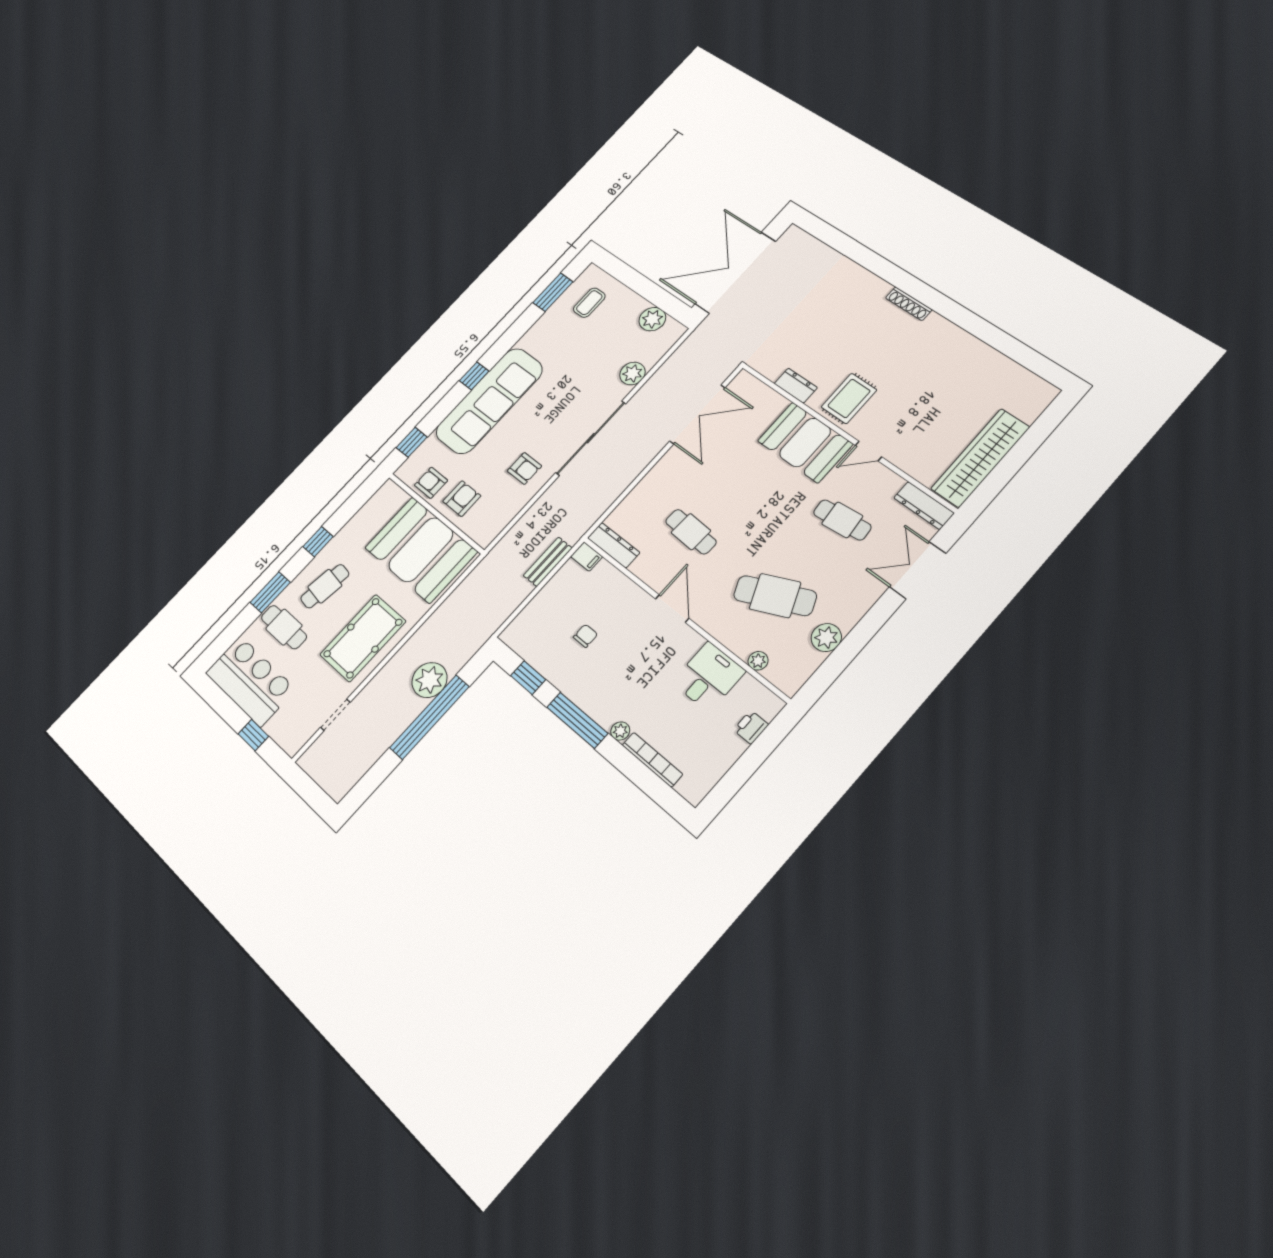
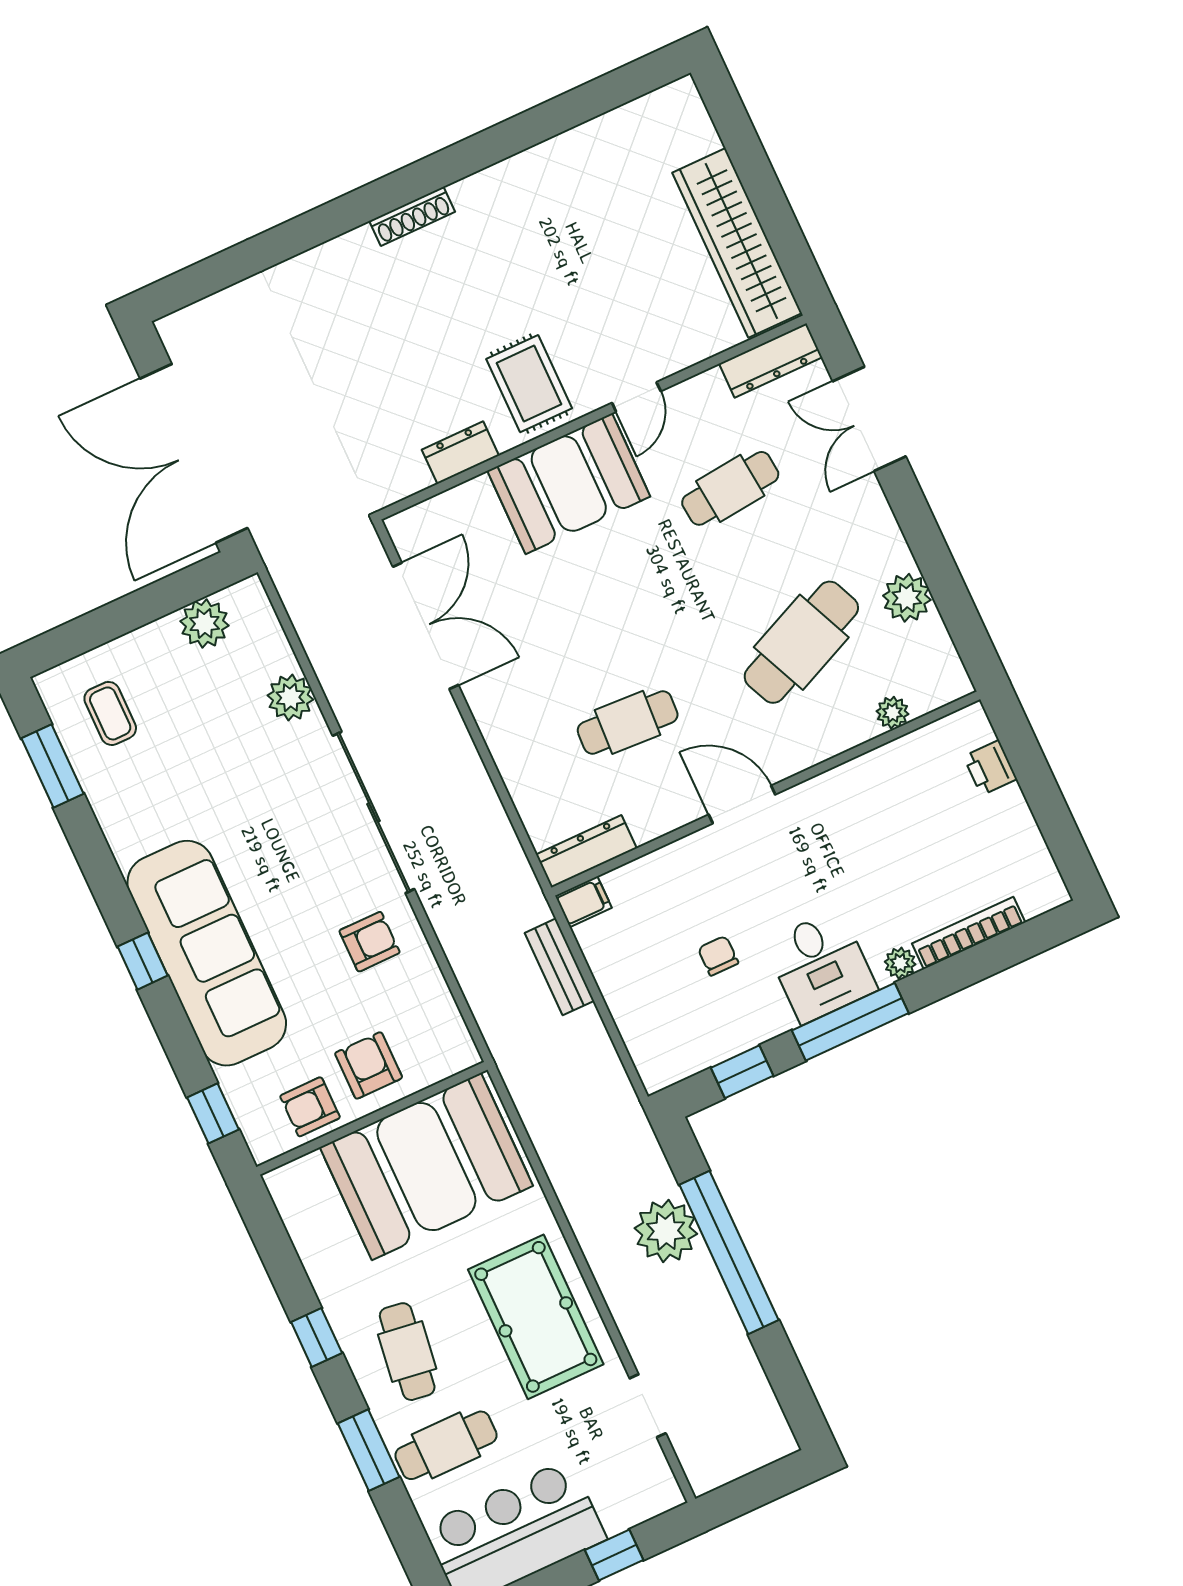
desk: (709, 677) -> (821, 966), moved, turned 180

